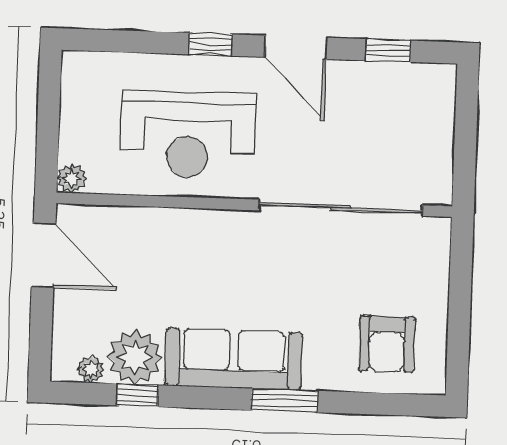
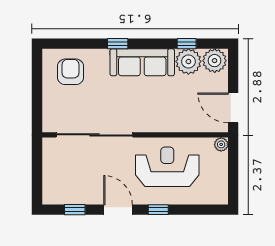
plant: (91, 369) -> (215, 61), width x1.88, depth x1.88
window: (285, 400) -> (118, 44), width x0.67

